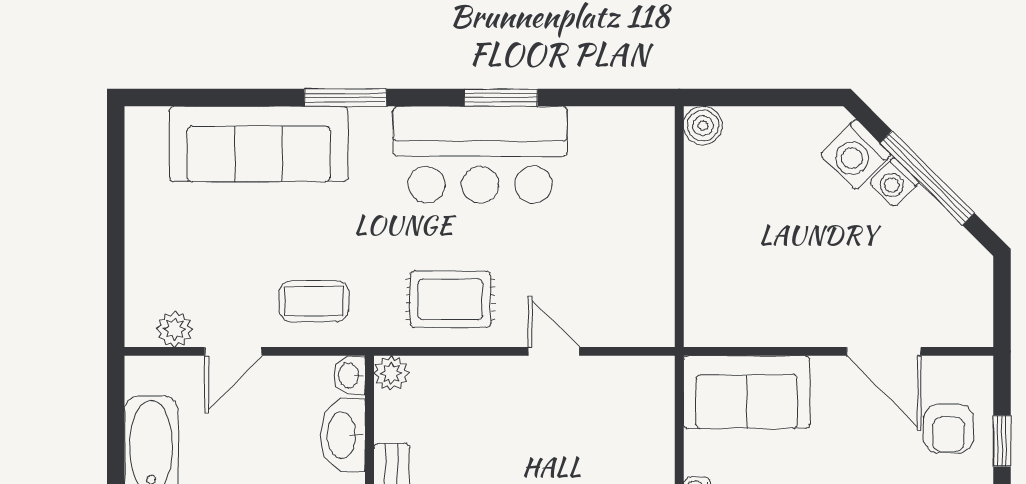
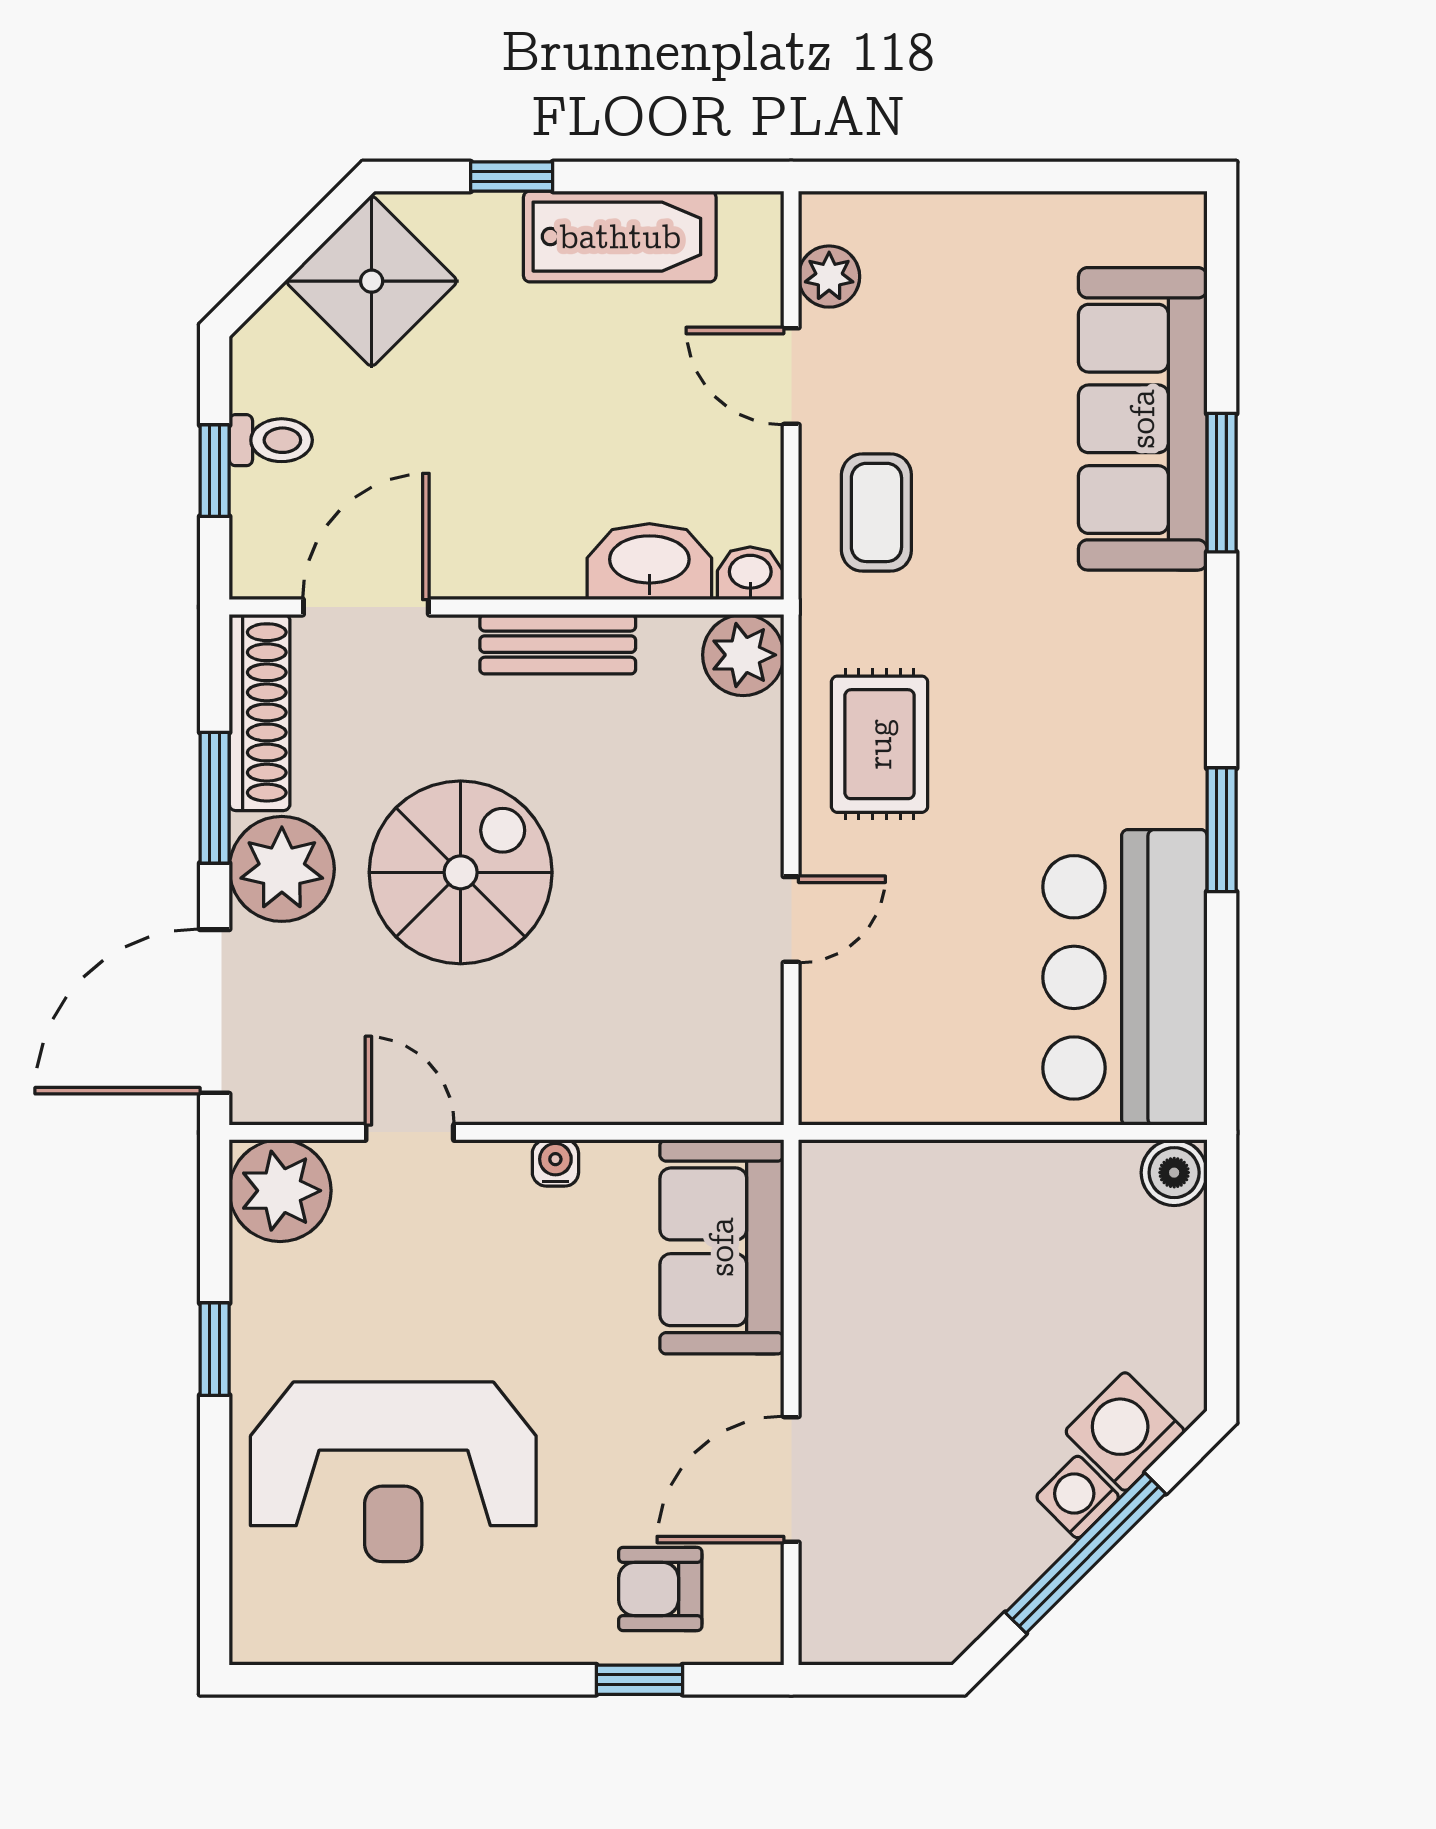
window: (345, 98) -> (1222, 483), moved
bar counter: (480, 155) -> (1125, 977), moved
plant: (391, 373) -> (743, 655), width x1.38, depth x1.38

